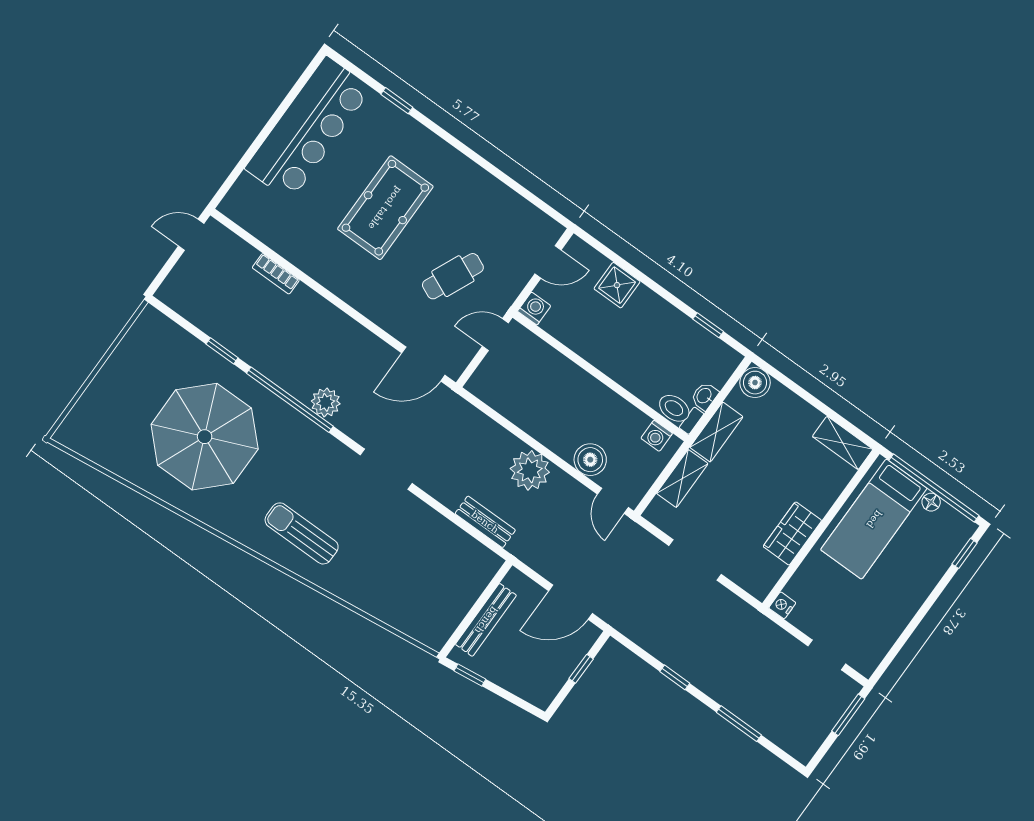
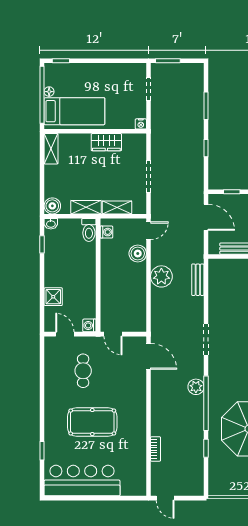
cafe table: (453, 276) -> (83, 371), moved, turned 66
washbasin: (704, 396) -> (51, 224), moved

